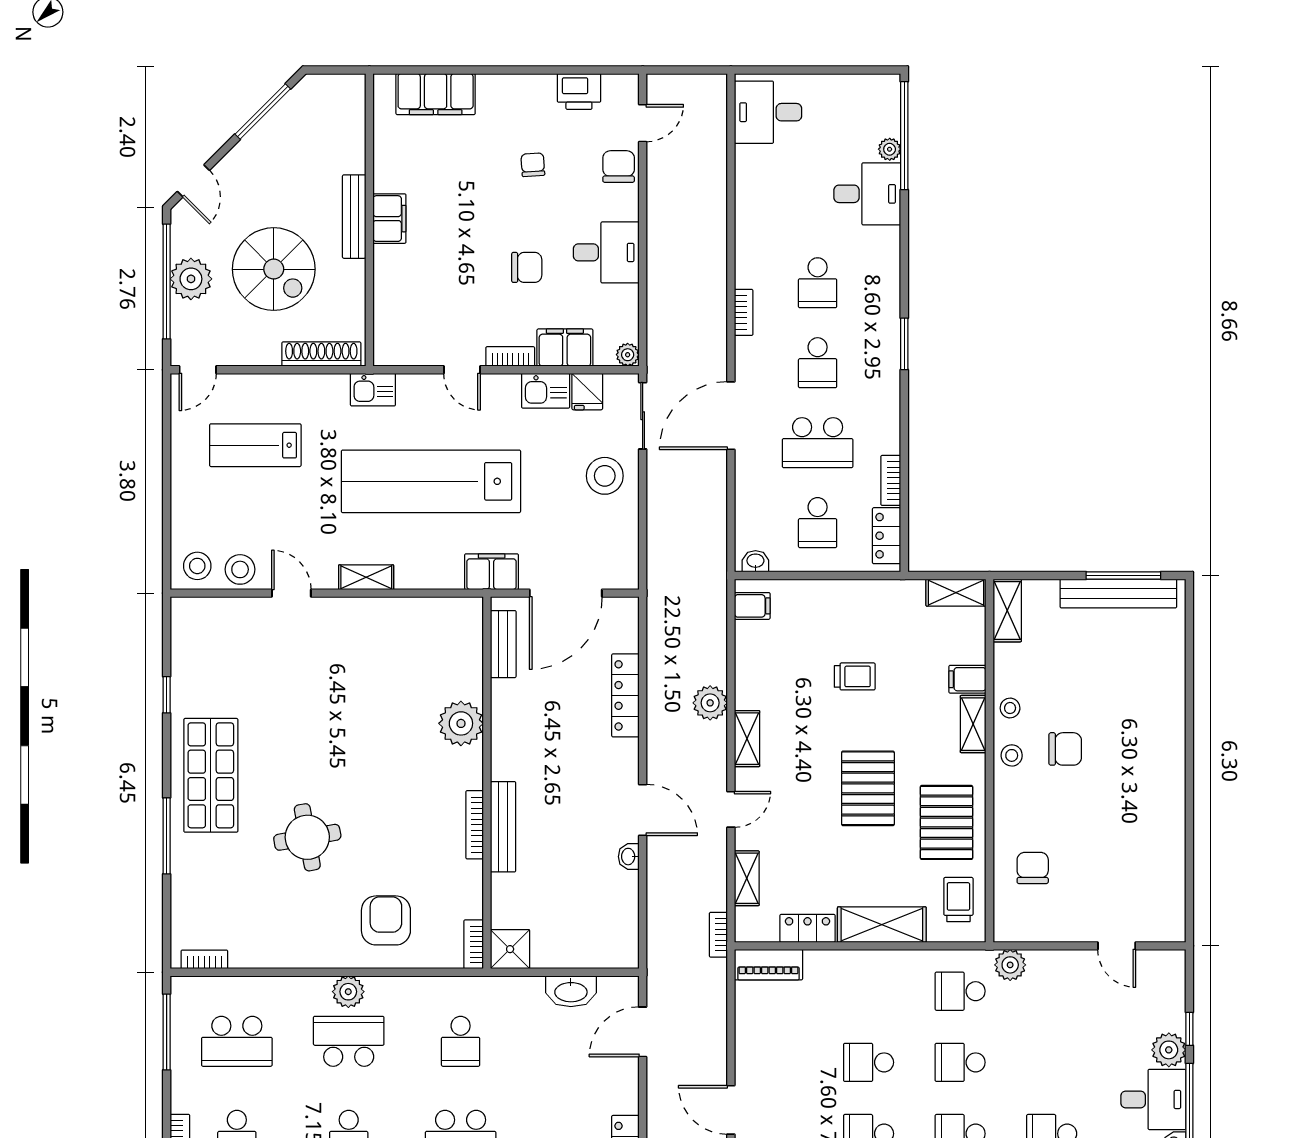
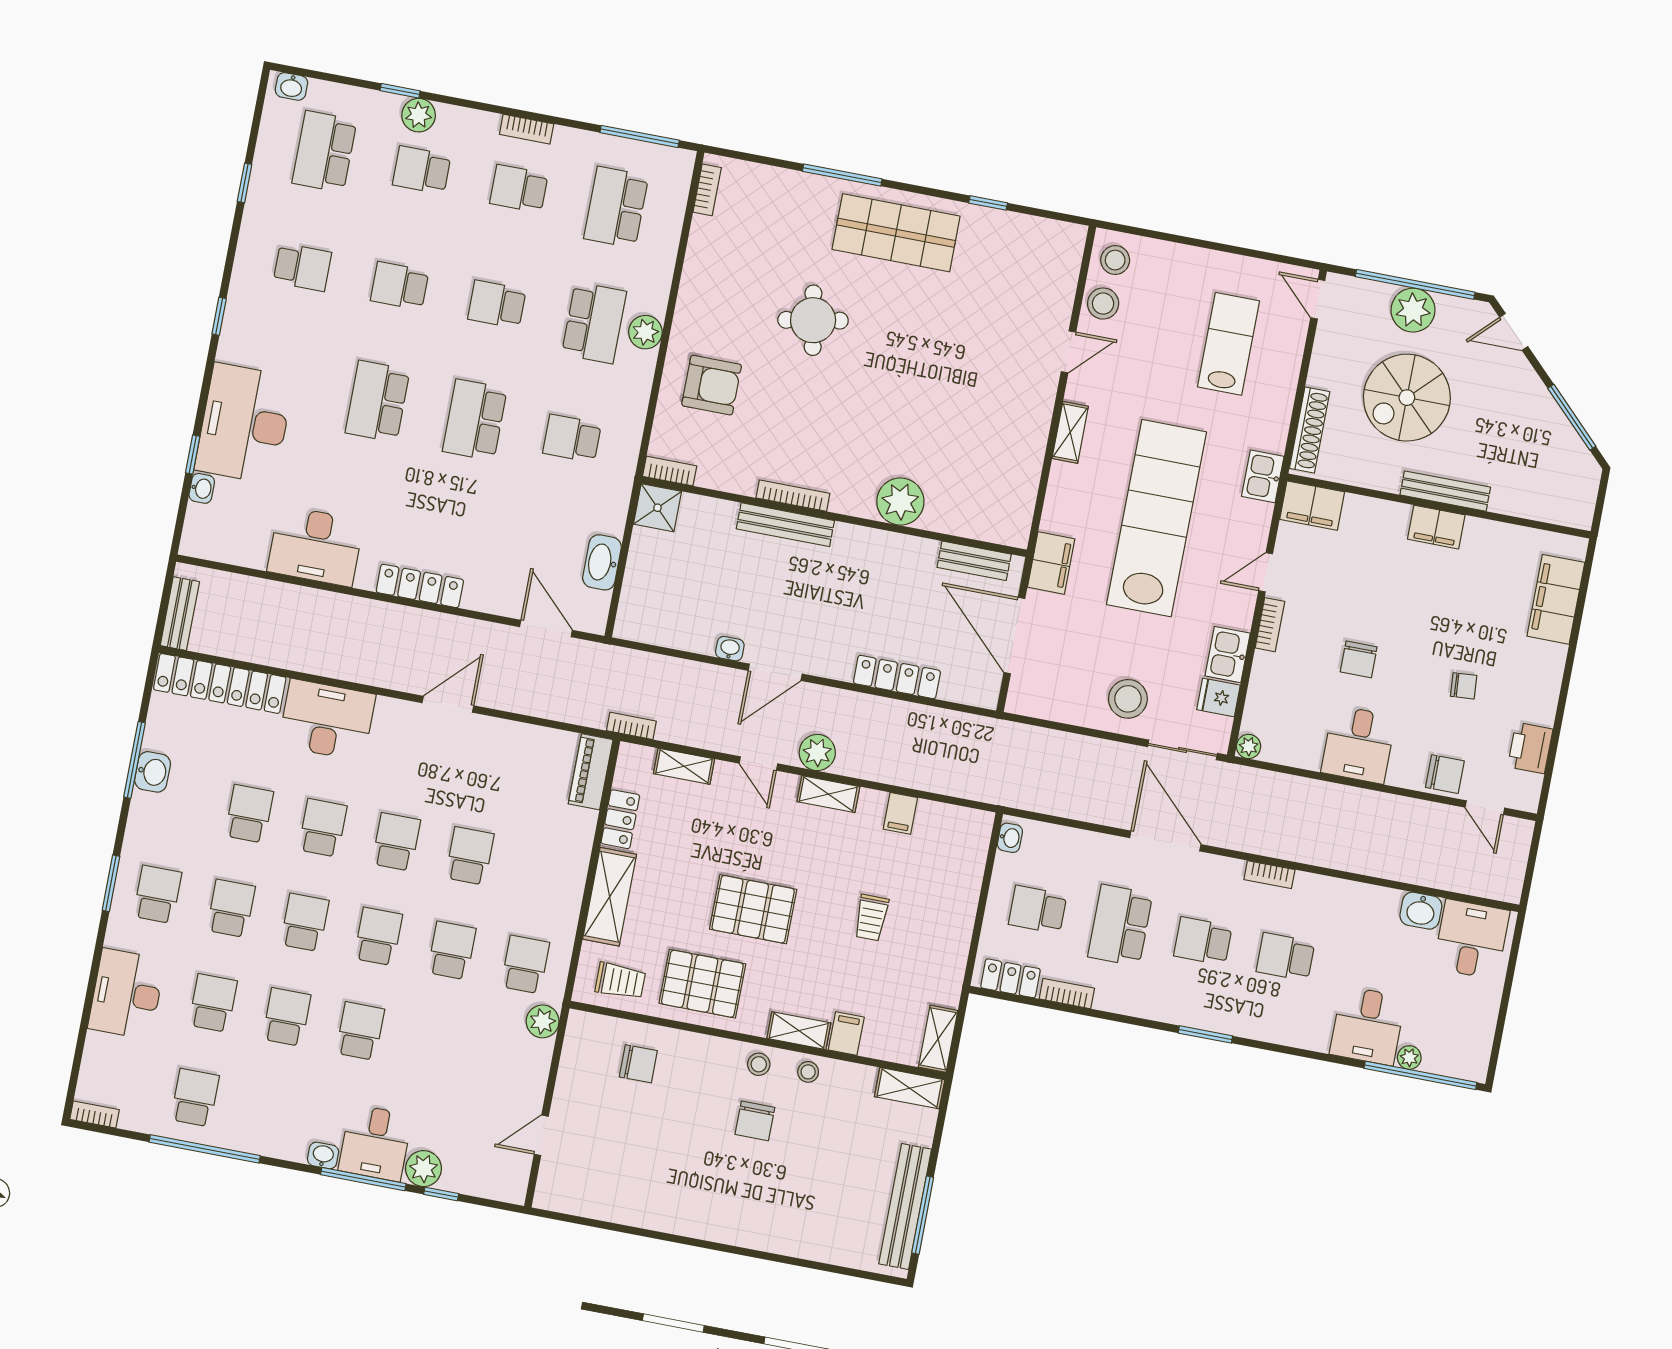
washbasin: (750, 165) -> (1421, 911), added
filing cabinet: (565, 348) -> (1312, 506), moved, turned 90
filing cabinet: (752, 606) -> (900, 813), moved
plant: (710, 703) -> (817, 752), moved

